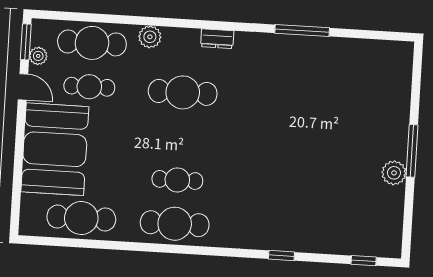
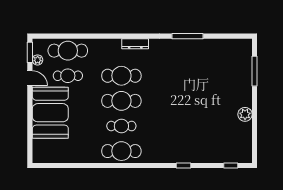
plant: (150, 37) -> (101, 45), removed
dresser: (217, 39) -> (135, 44), width x1.44
window: (412, 151) -> (255, 71), moved
cafe table: (81, 218) -> (121, 101), moved

